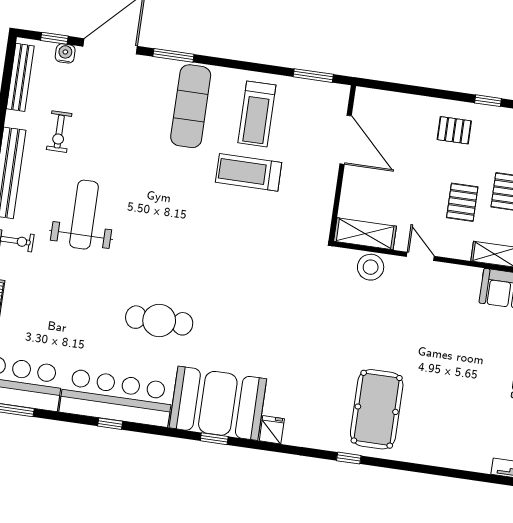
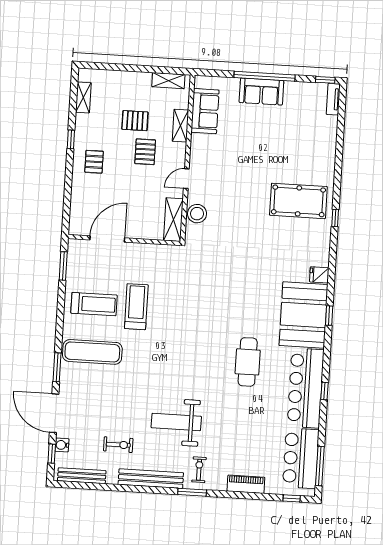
treadmill: (249, 172) -> (136, 307), turned 180
pallet: (462, 202) -> (145, 152), turned 90

